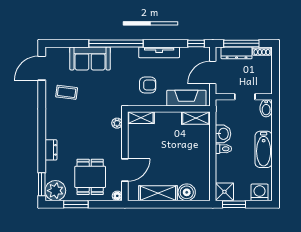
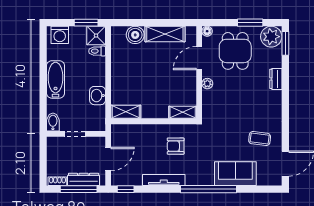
fireplace: (186, 98) -> (136, 132), removed
plant: (117, 123) -> (207, 84), moved
toilet: (223, 149) -> (97, 51), moved

